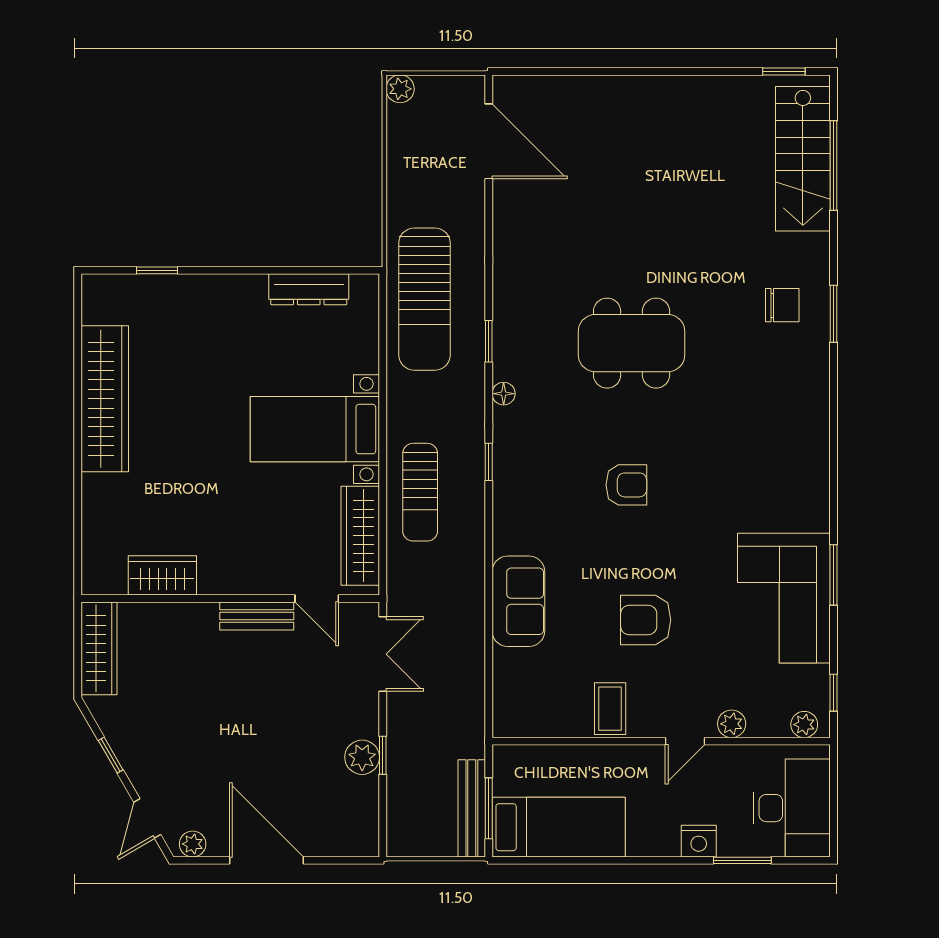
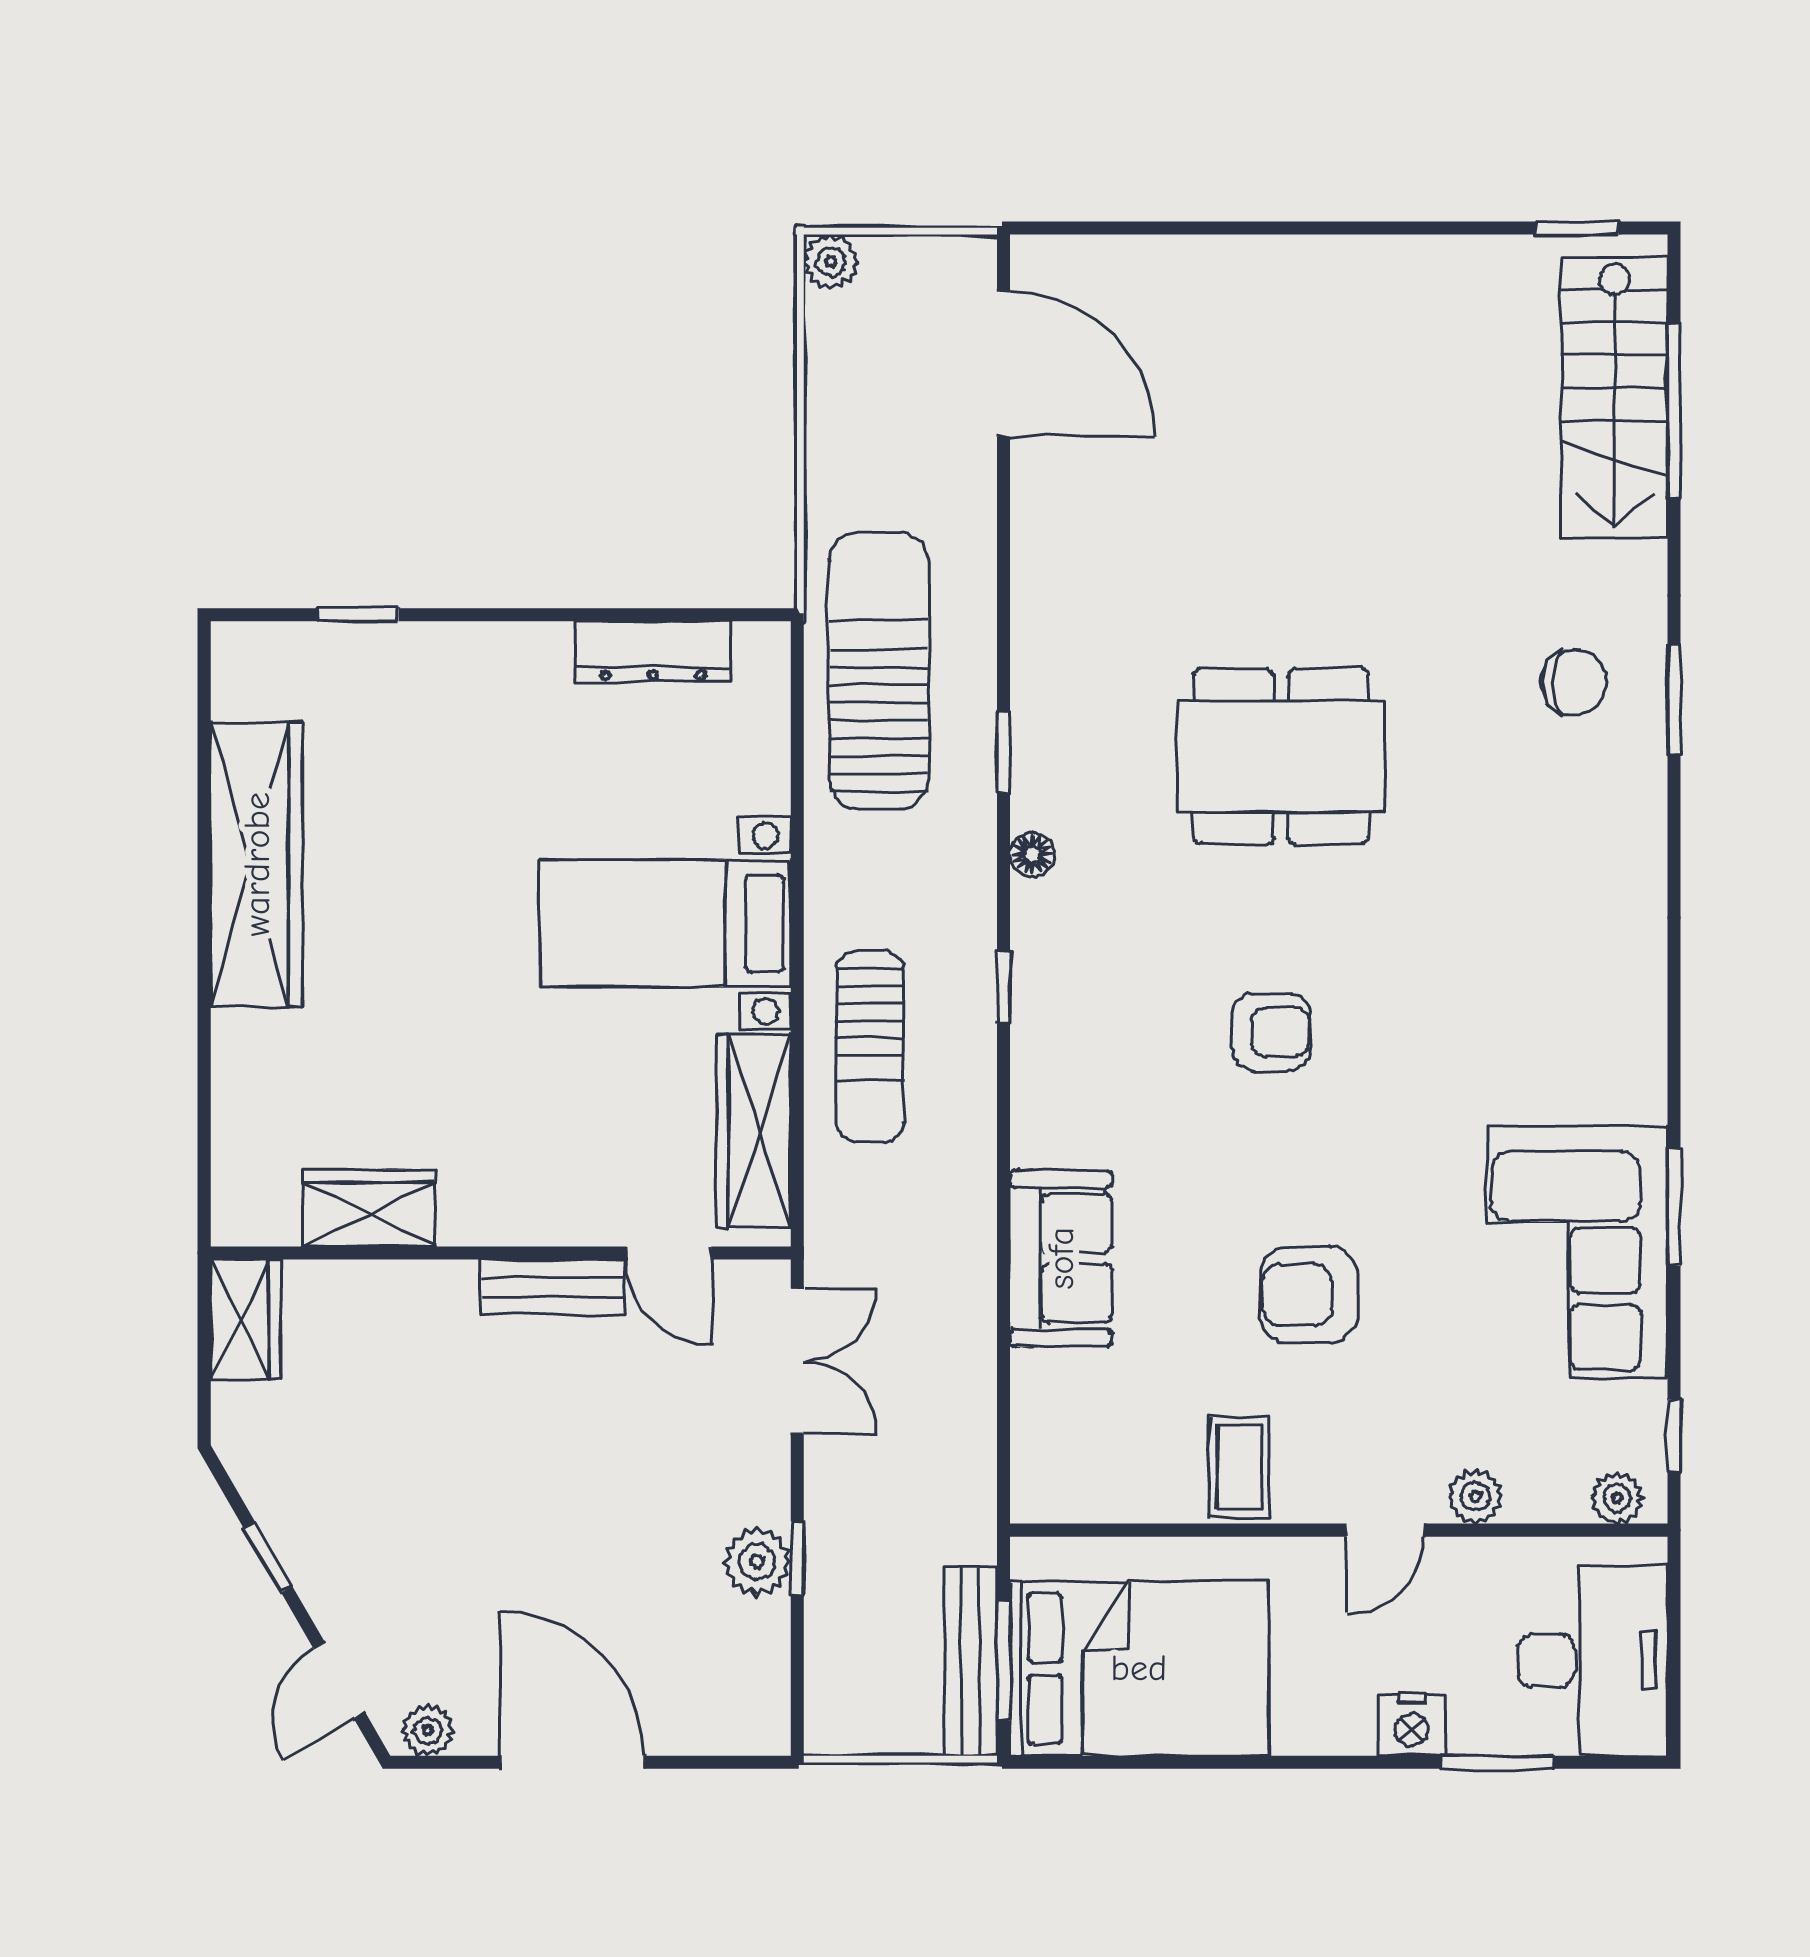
sun lounger: (425, 299) -> (879, 671), turned 180
wardrobe: (99, 648) -> (246, 1320), width x0.67
bed: (559, 827) -> (1139, 1668), width x1.50

